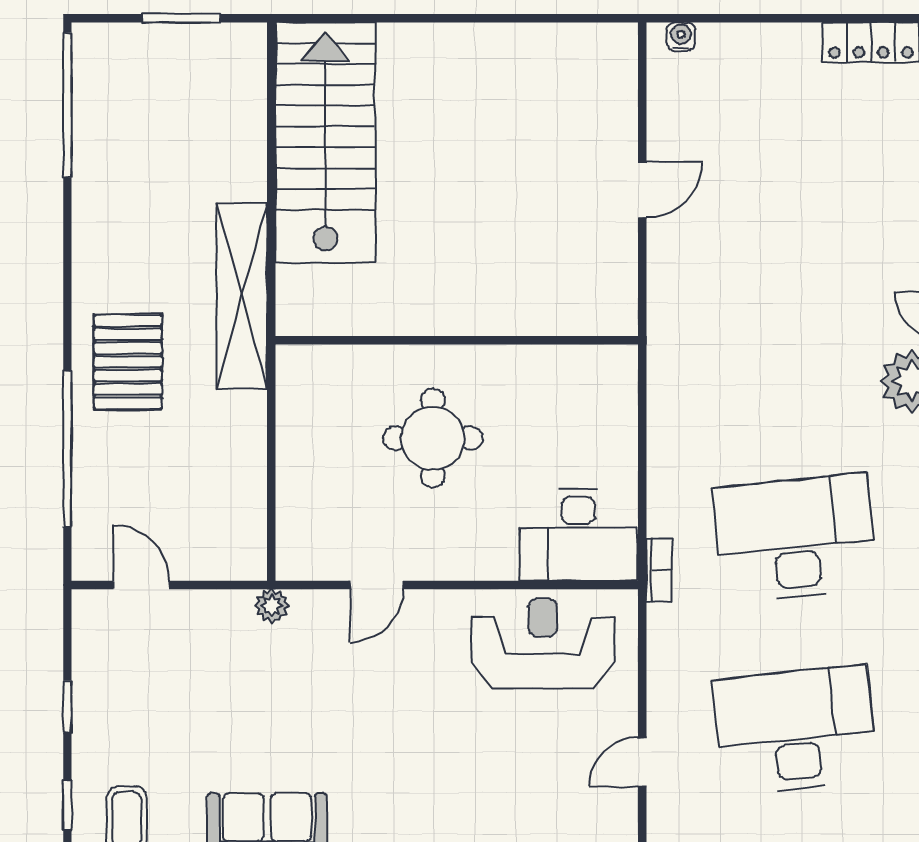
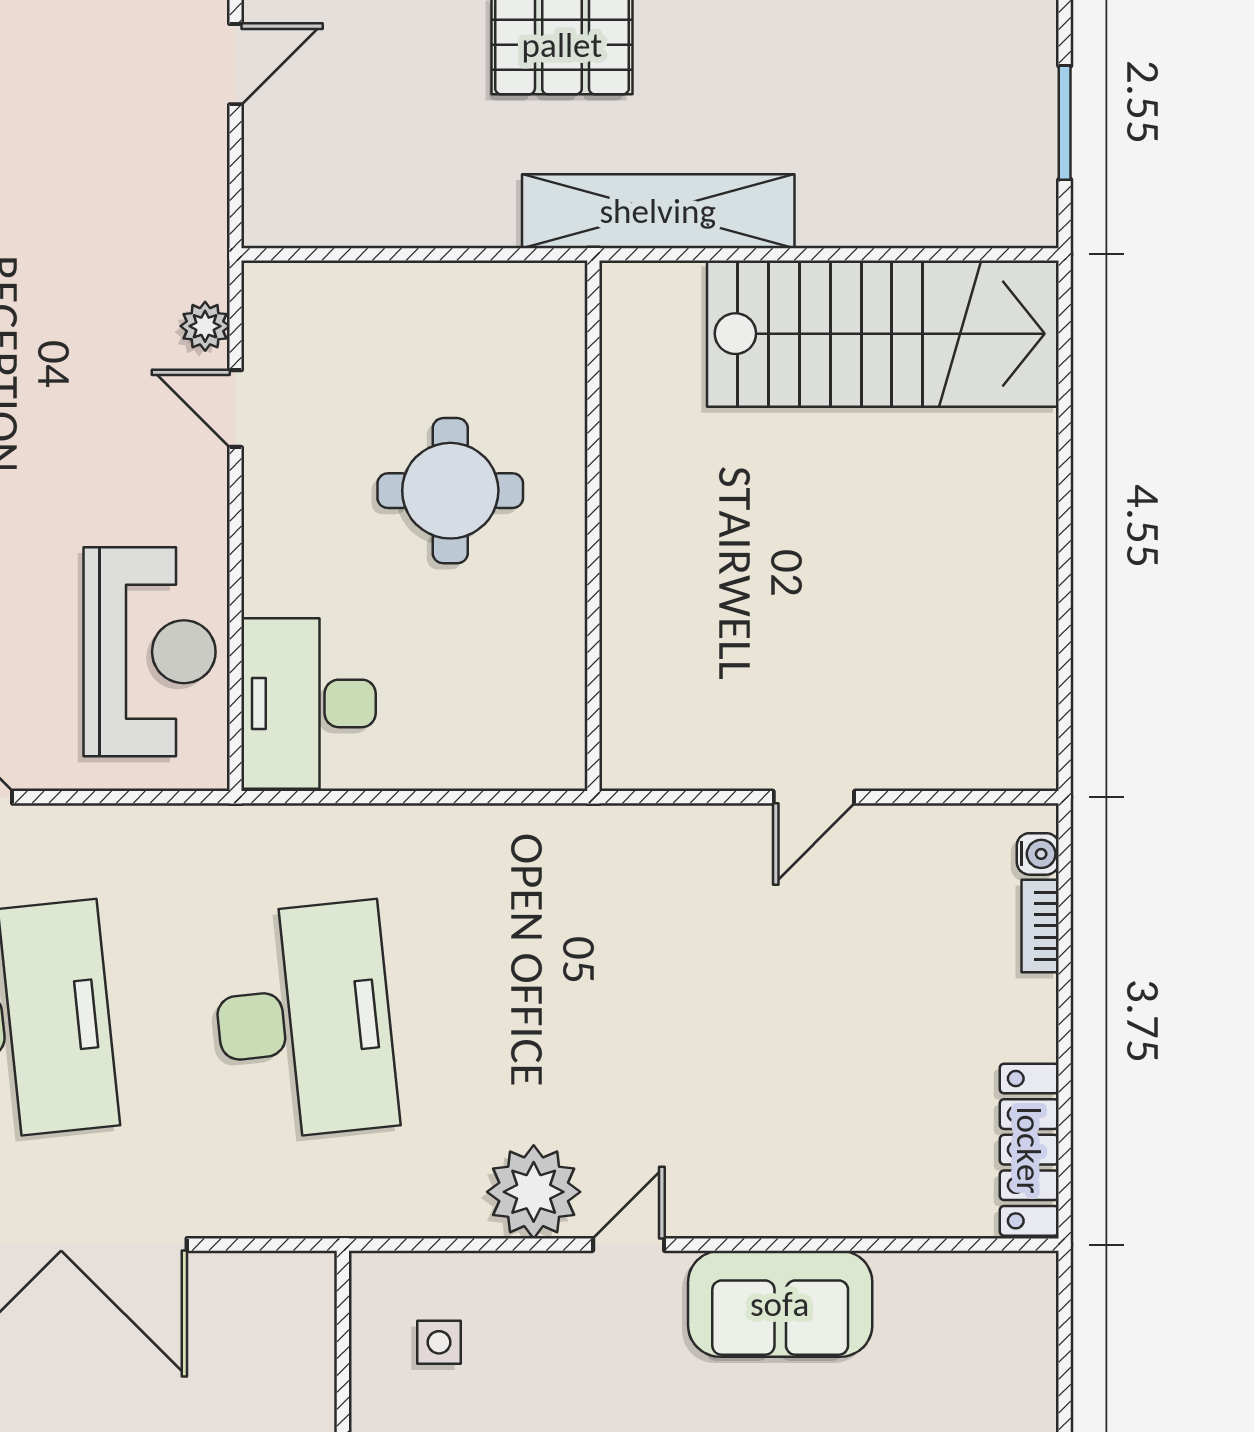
door: (642, 190) -> (814, 797), hinge flipped
bookcase: (659, 570) -> (1040, 926), moved, turned 90
plant: (272, 606) -> (205, 326), moved

